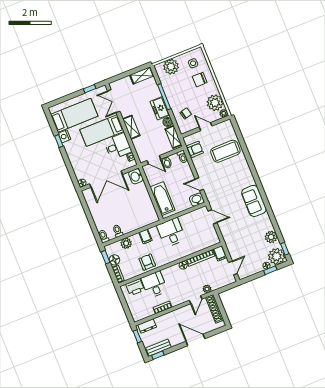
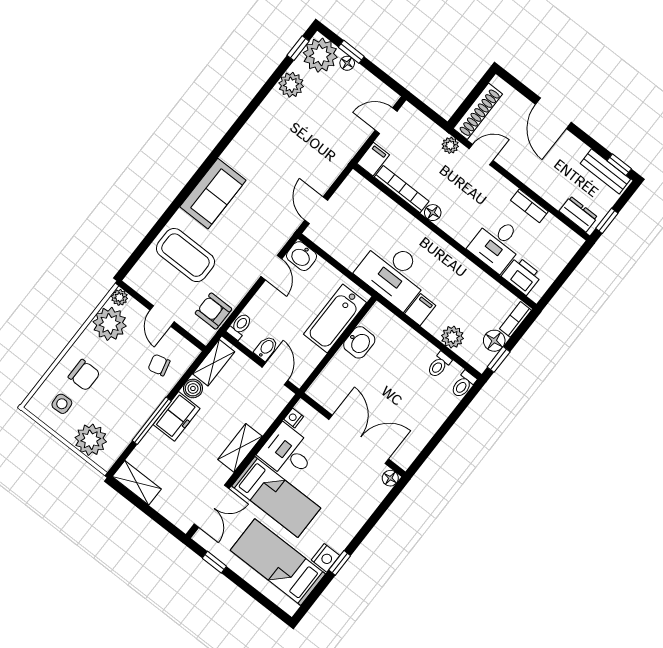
washbasin: (136, 176) -> (359, 342), moved
sofa: (254, 201) -> (213, 194), moved
desk: (171, 232) -> (393, 273), width x1.37
armchair: (147, 262) -> (464, 280), removed

